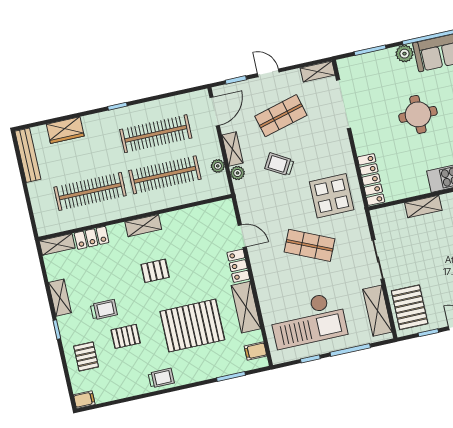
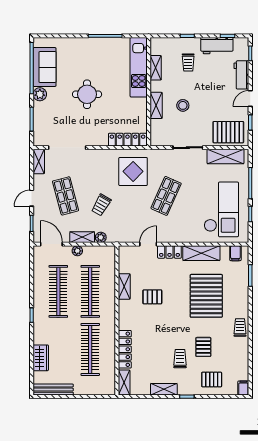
plant: (218, 166) -> (77, 251), moved
shelving: (143, 226) -> (124, 286), moved
locker: (92, 238) -> (125, 349), width x1.53
stool: (431, 241) -> (183, 105), added
pallet: (155, 271) -> (152, 297), moved, turned 90

